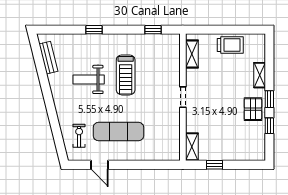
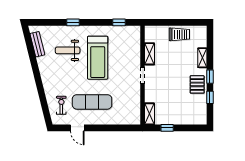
shelving: (192, 54) -> (149, 54), moved
treadmill: (126, 75) -> (98, 58), width x1.37, depth x1.38
weight bench: (89, 79) -> (68, 50), moved

